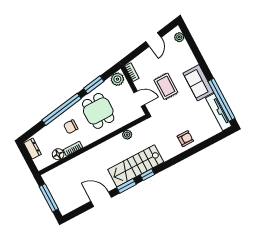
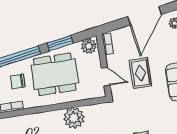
door: (153, 40) -> (145, 16), width x1.88
dining table: (98, 111) -> (55, 74), width x1.38
plant: (127, 135) -> (74, 118), width x1.87, depth x1.87

